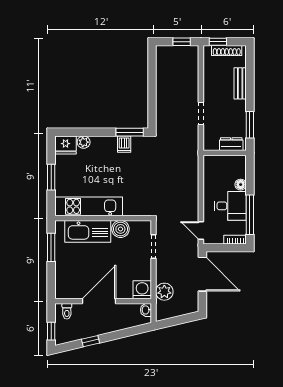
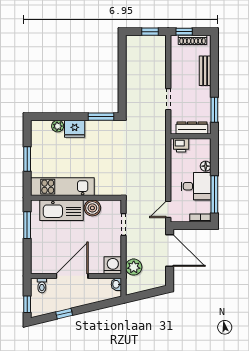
dishwasher: (124, 144) -> (96, 128), removed
dresser: (231, 144) -> (192, 128), width x1.44
fridge: (66, 145) -> (75, 129), moved
printer: (215, 162) -> (181, 145), added
door: (201, 231) -> (168, 209), hinge flipped

